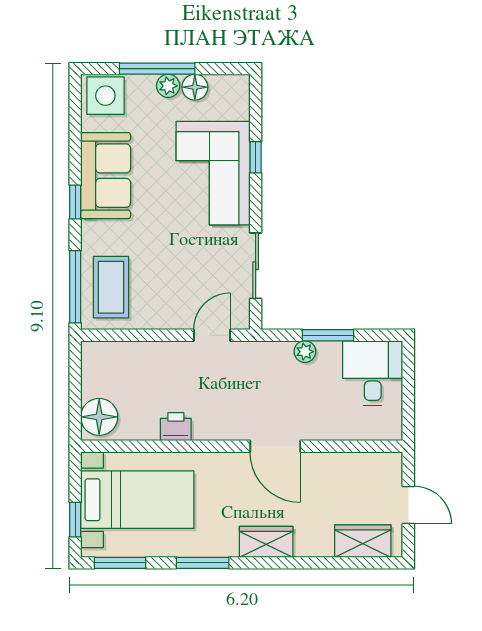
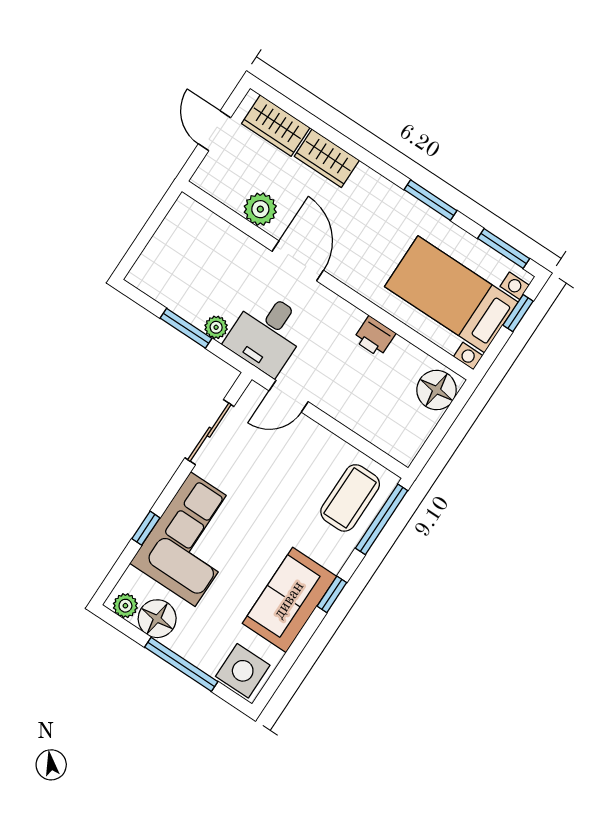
plant: (168, 86) -> (125, 606), moved
floor lamp: (195, 87) -> (157, 619), width x1.38, depth x1.38
desk: (373, 373) -> (267, 333), moved
plant: (332, 467) -> (260, 209), added
wardrobe: (266, 542) -> (327, 158), moved

